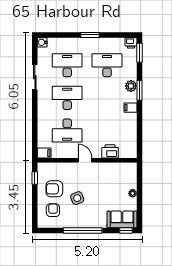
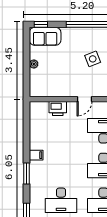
plant: (131, 86) -> (36, 178), removed
door: (85, 160) -> (84, 99), hinge flipped

